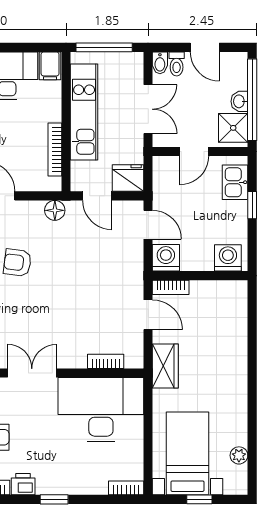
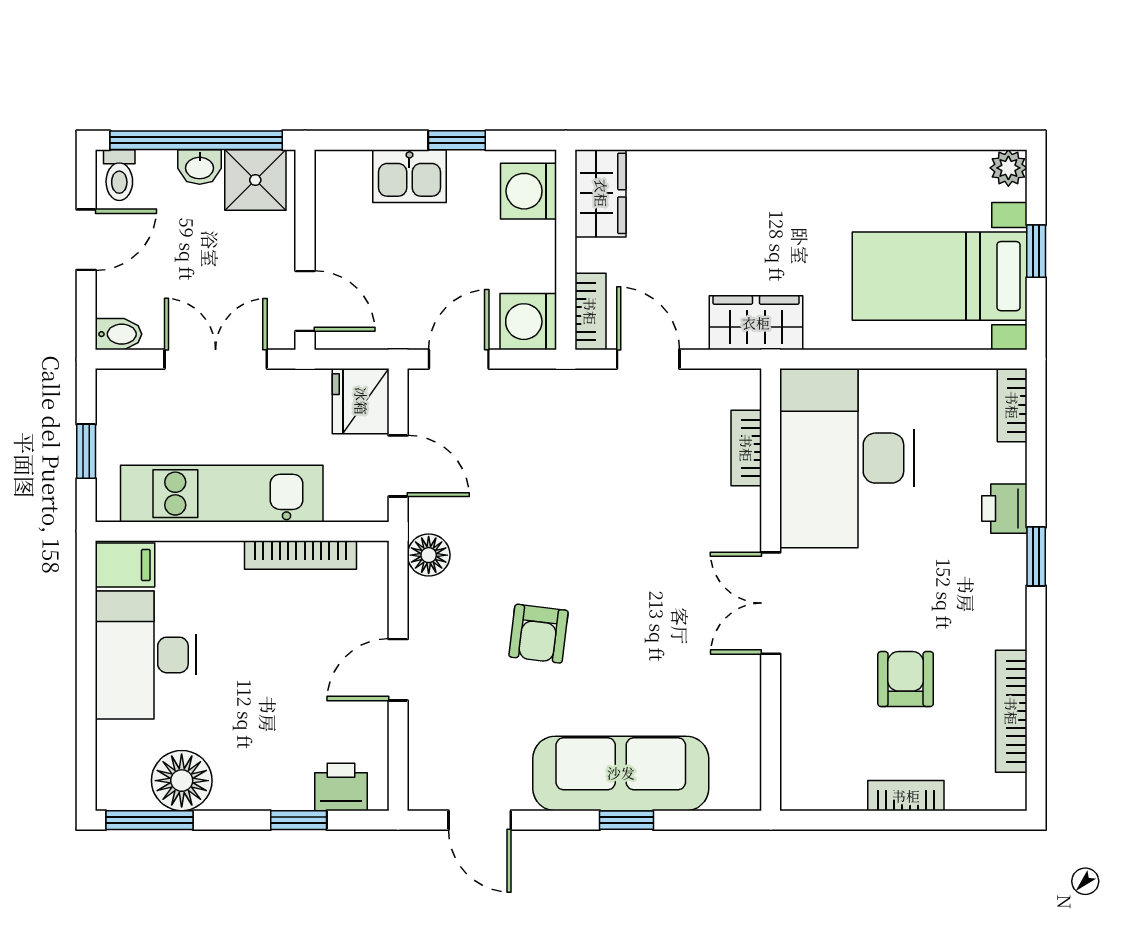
window: (104, 47) -> (86, 451), width x0.46
toilet: (177, 64) -> (119, 175), moved, turned 90
door: (194, 152) -> (305, 301), moved
kitchen sink: (235, 182) -> (409, 176), moved
door: (97, 196) -> (398, 466), hinge flipped
window: (252, 205) -> (457, 140), moved
wardrobe: (227, 292) -> (601, 193), added
door: (148, 315) -> (648, 359), hinge flipped
plant: (239, 455) -> (1008, 168), moved
printer: (23, 484) -> (1004, 509), moved

